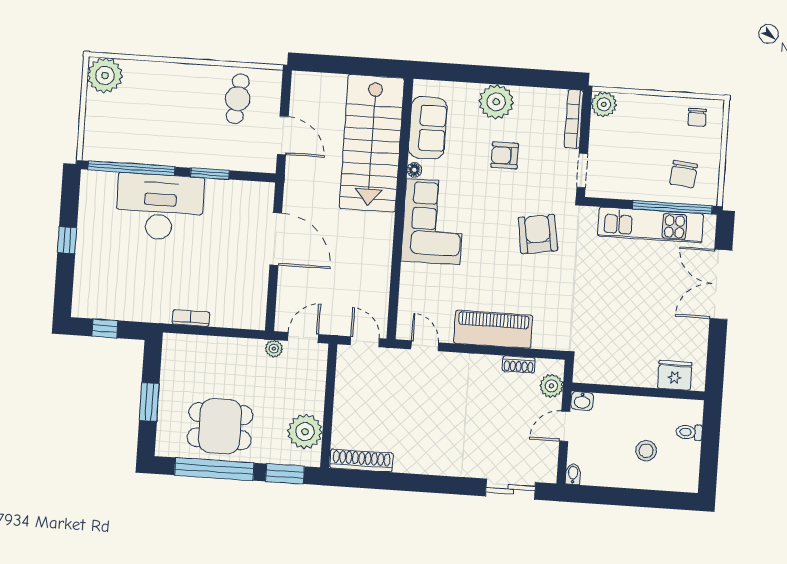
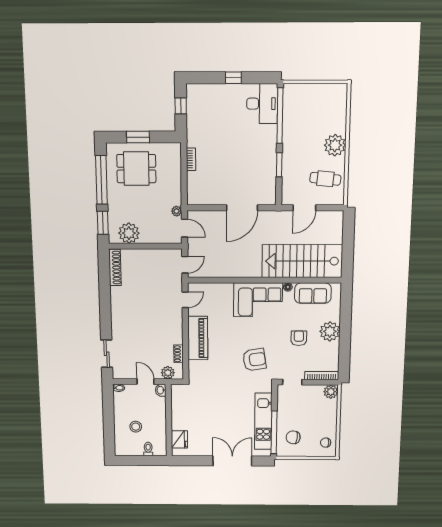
plant: (105, 75) -> (335, 145), moved
desk: (160, 207) -> (262, 104), moved, width x0.73, depth x0.77
dining table: (220, 426) -> (136, 169), moved, turned 90

